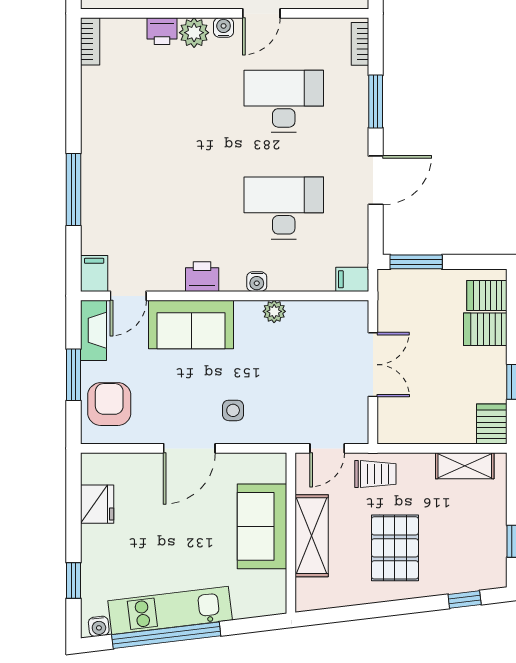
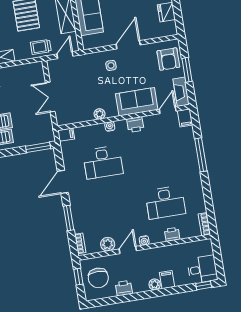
plant: (194, 33) -> (108, 244), moved
desk: (284, 101) -> (165, 202), moved

